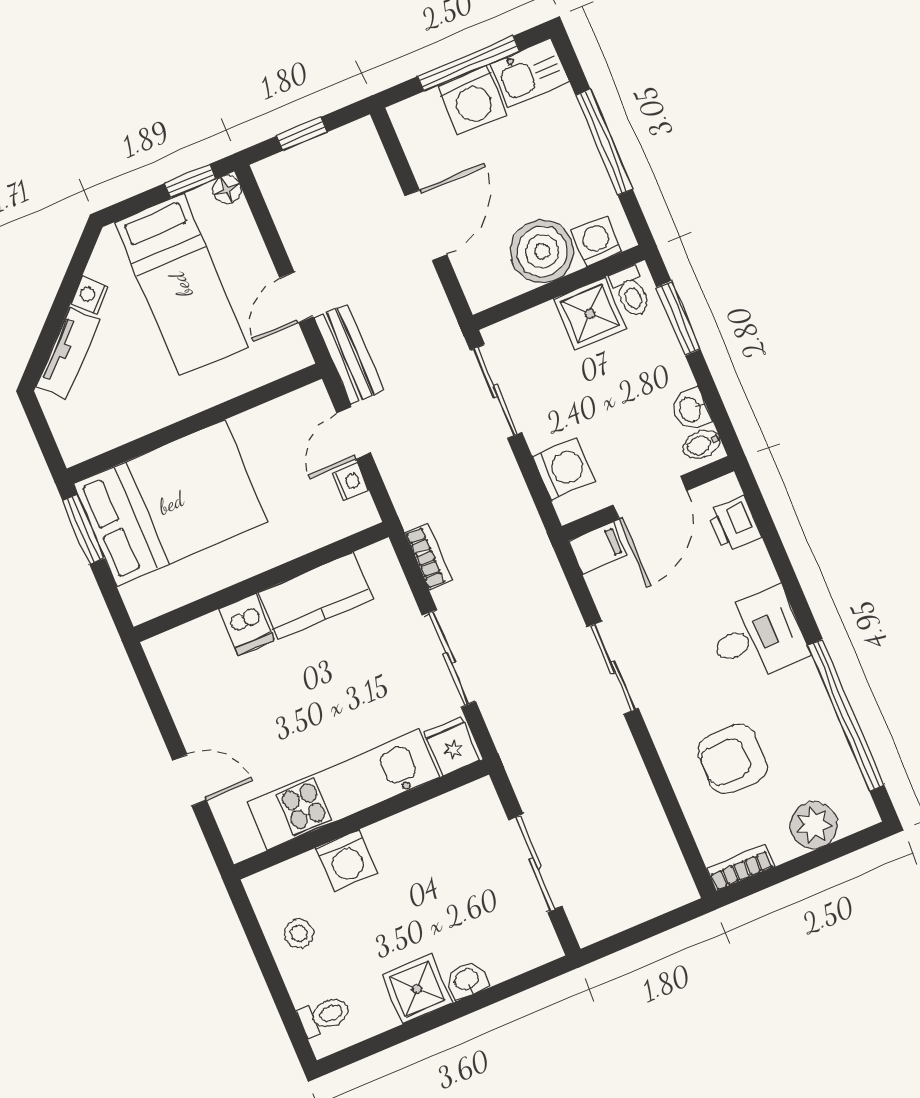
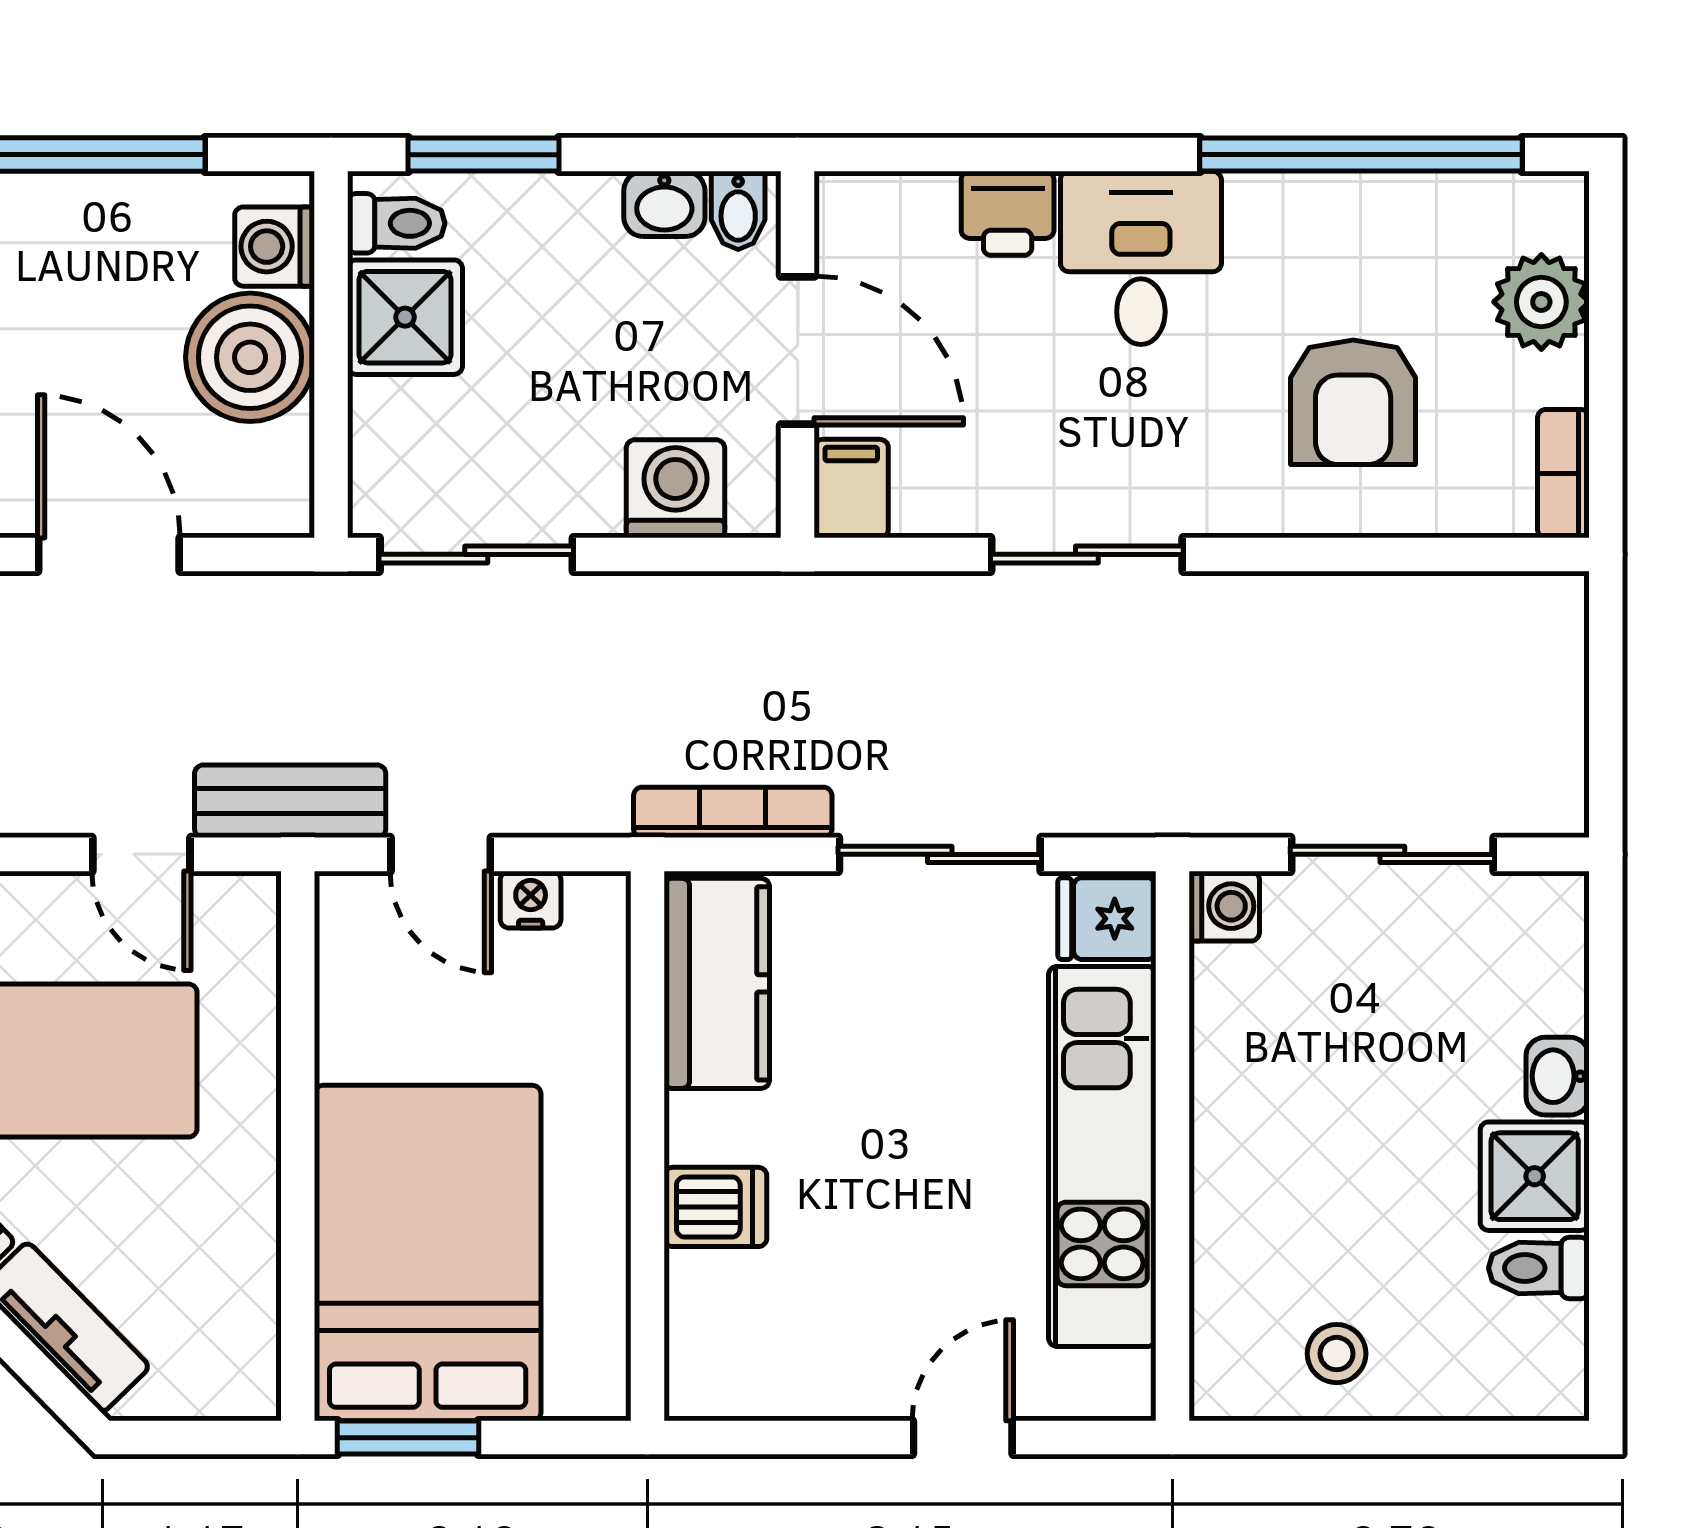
printer: (734, 525) -> (1008, 213), moved
bookcase: (428, 557) -> (733, 812), width x1.56
kitchen counter: (315, 596) -> (717, 983), moved
washing machine: (347, 860) -> (1224, 906), moved, width x0.73, depth x0.73
toilet: (325, 1016) -> (1539, 1268), moved, turned -90

